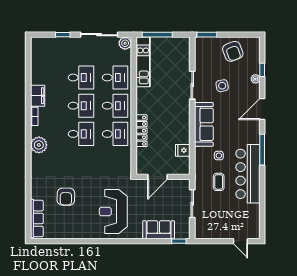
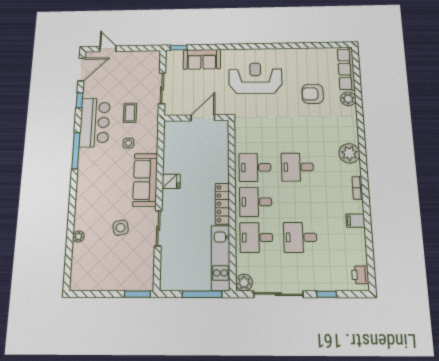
printer: (37, 49) -> (360, 275), added
armchair: (233, 51) -> (105, 272), removed
window: (262, 70) -> (79, 100), moved
filing cabinet: (38, 96) -> (355, 221), width x0.50
desk: (81, 106) -> (299, 202), removed
door: (262, 109) -> (82, 70), moved
locker: (141, 131) -> (222, 204), moved
fridge: (183, 150) -> (171, 181), moved
bar counter: (248, 174) -> (95, 122), width x0.73
plant: (37, 192) -> (348, 99), added
armchair: (66, 197) -> (313, 94), turned -91
reception desk: (113, 211) -> (255, 78), turned -90

